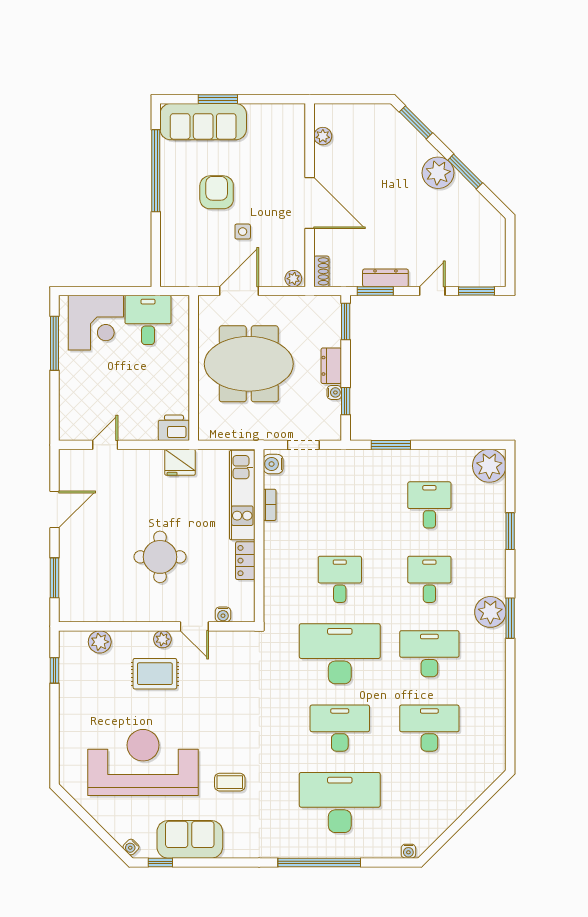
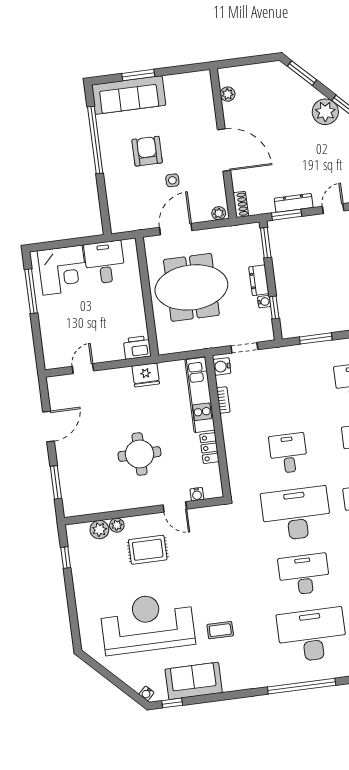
plant: (162, 639) -> (117, 525), moved

